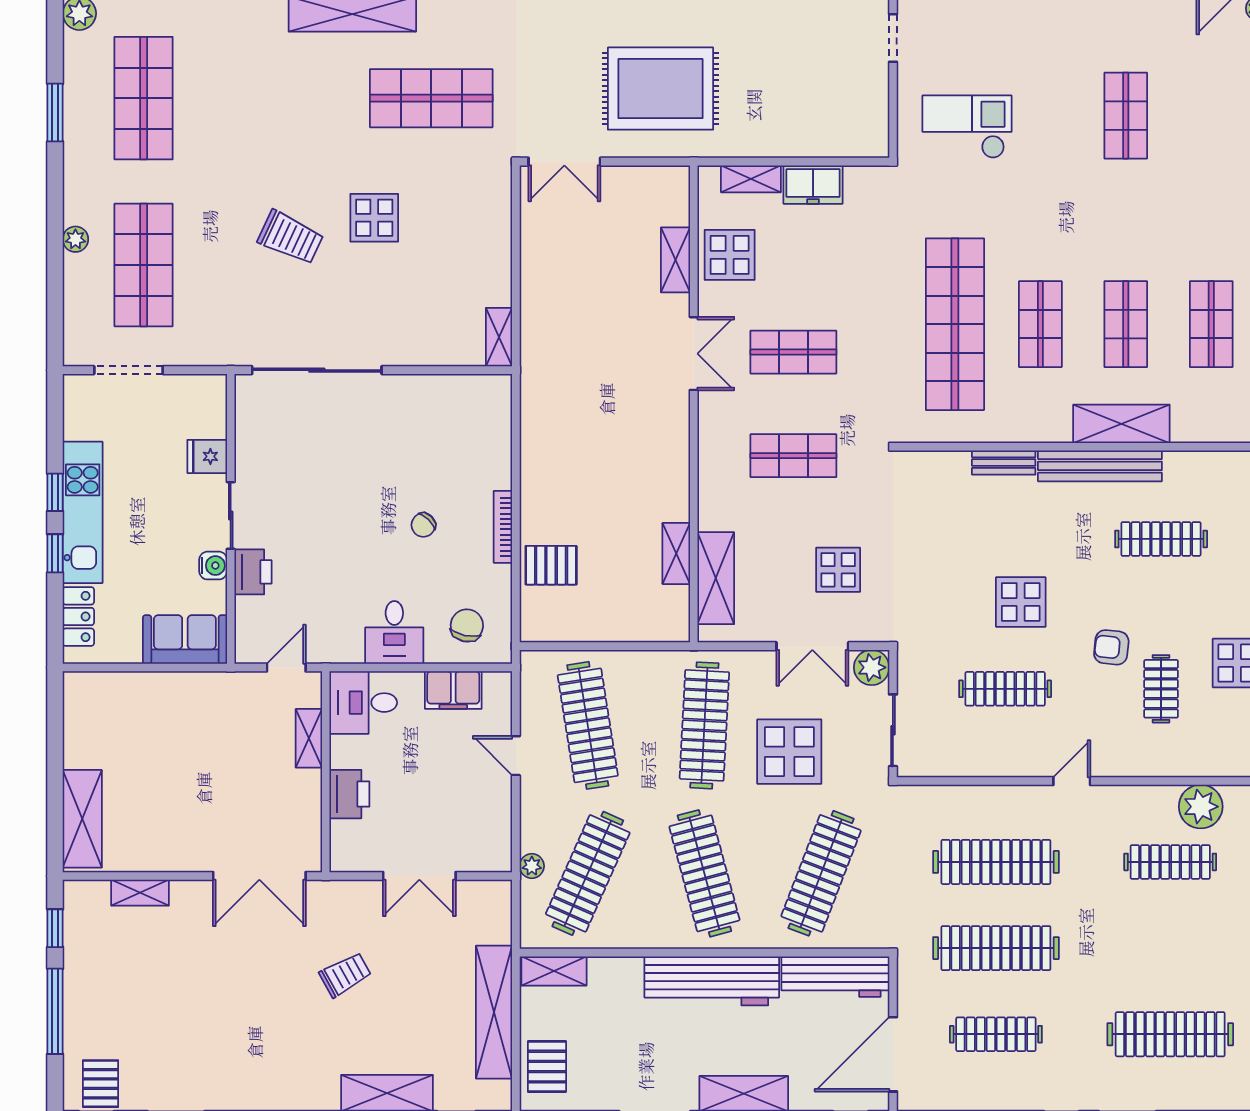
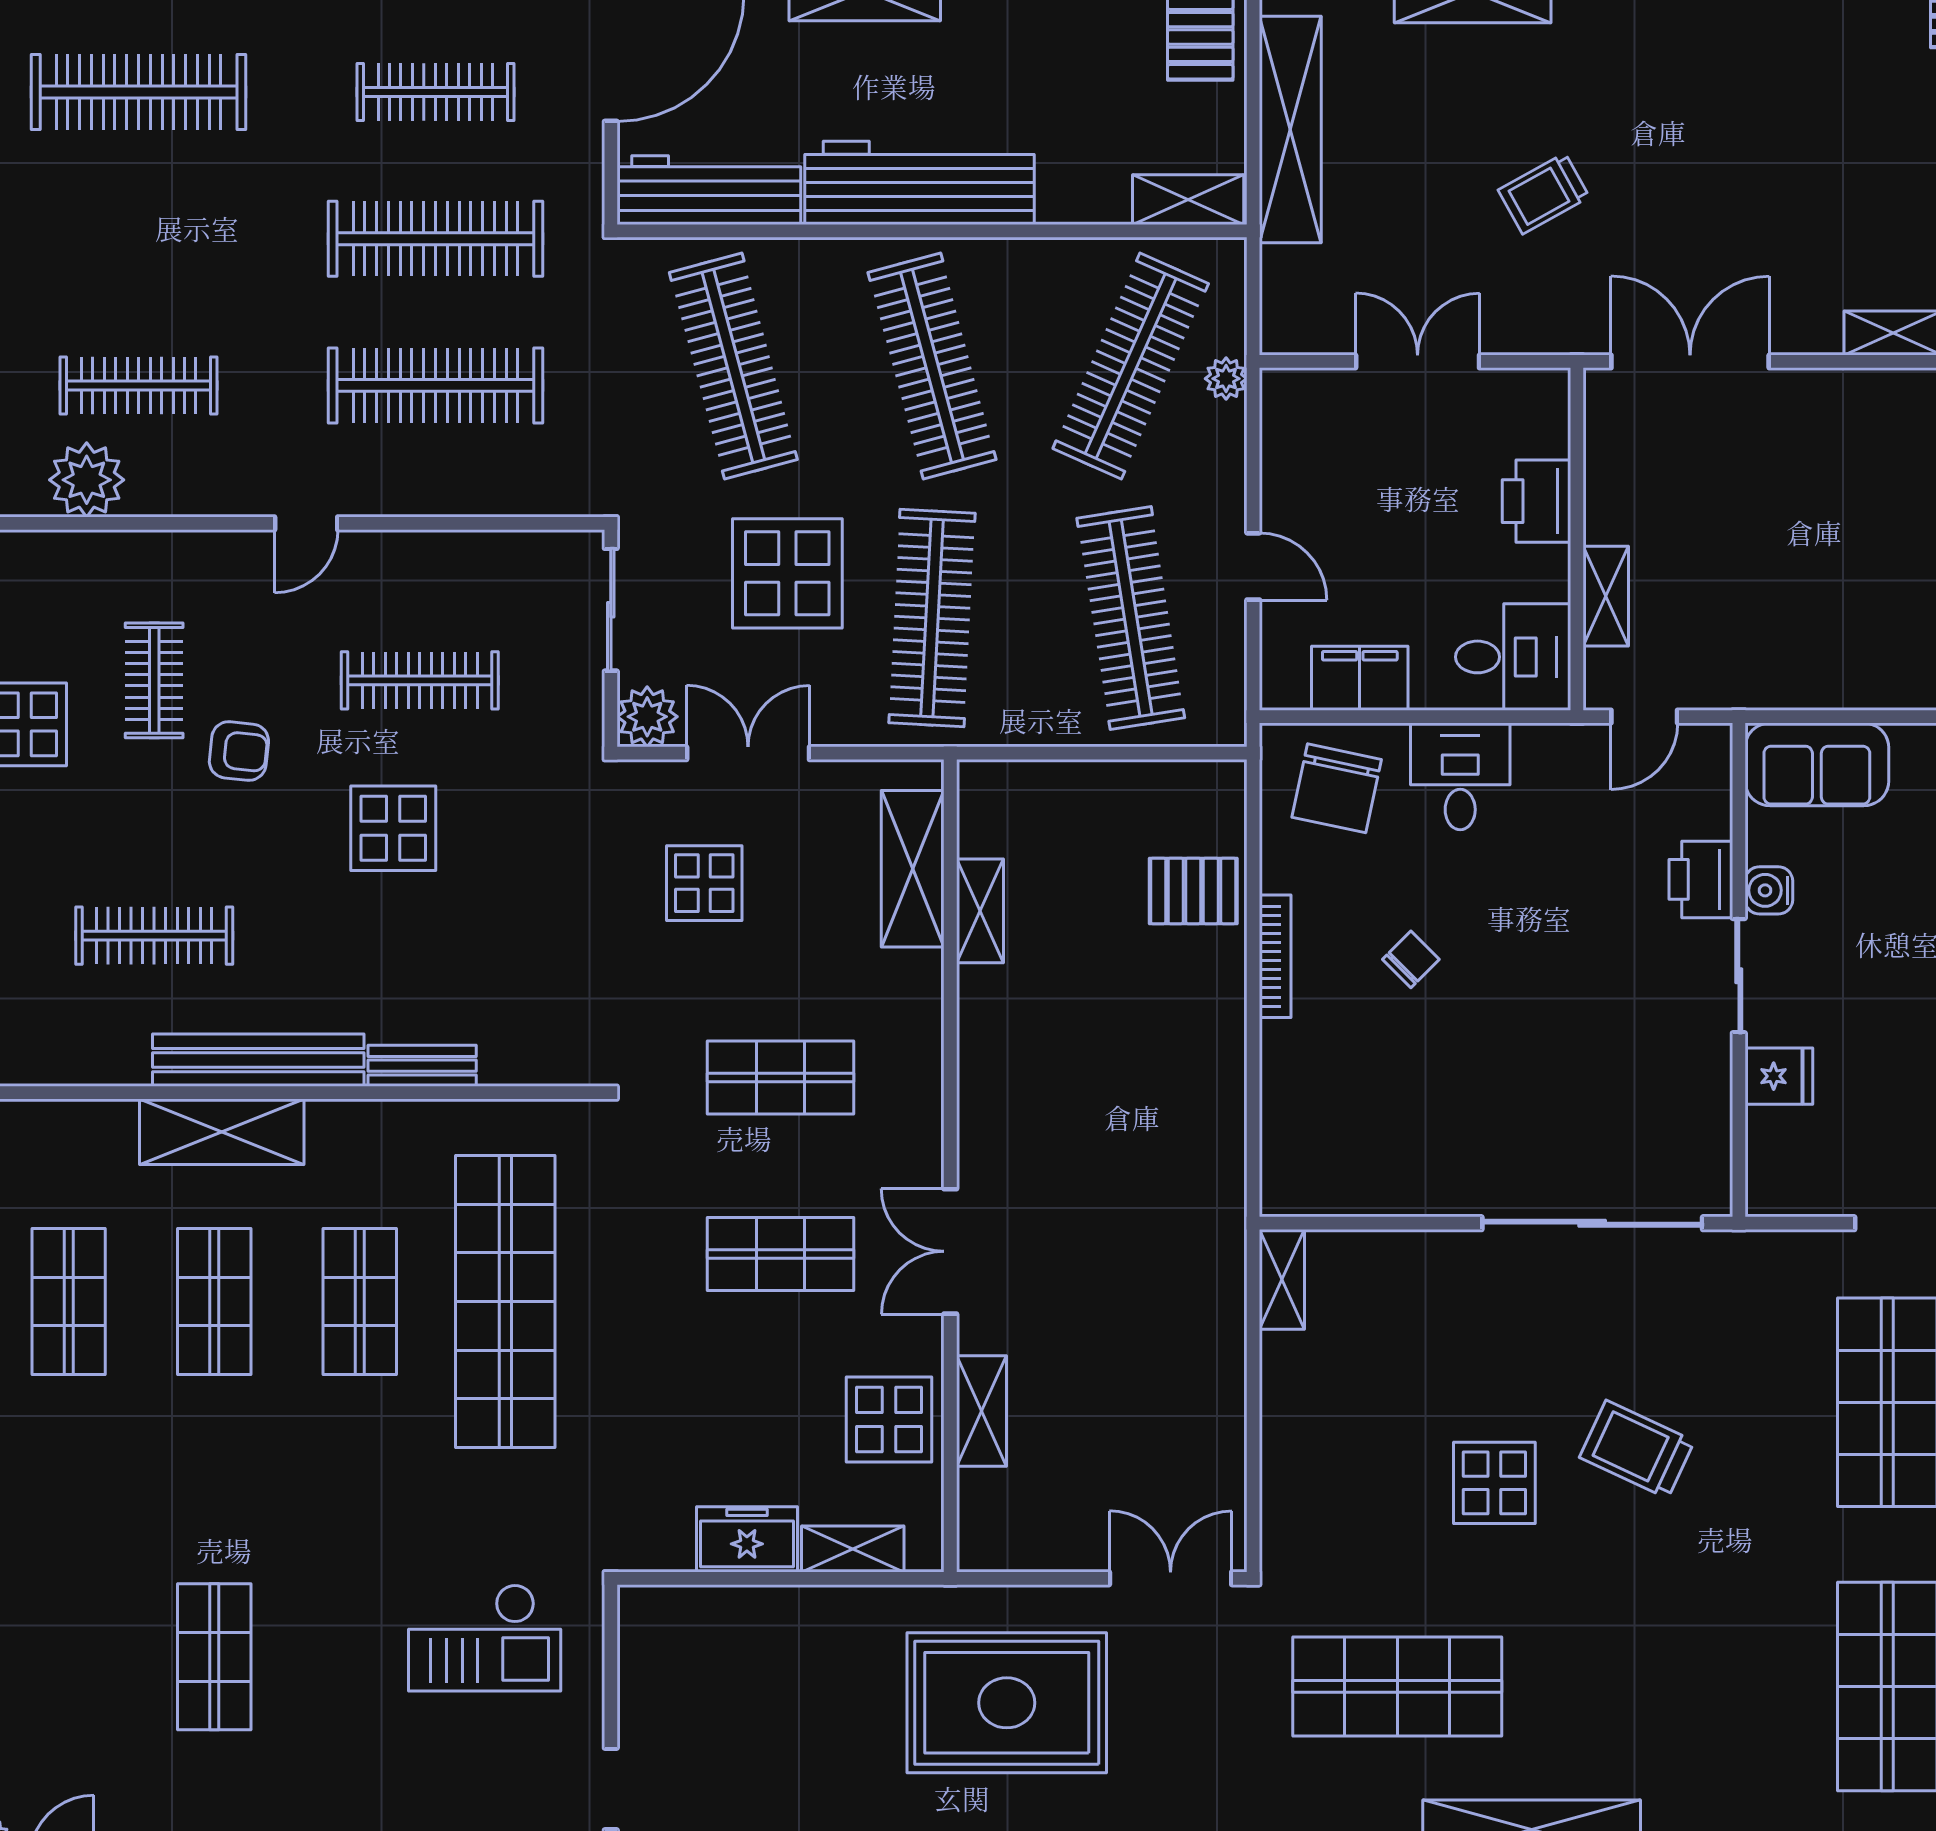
chair: (467, 625) -> (1337, 788), width x1.37, depth x1.37
clothes rail: (821, 873) -> (733, 366), turned -36

